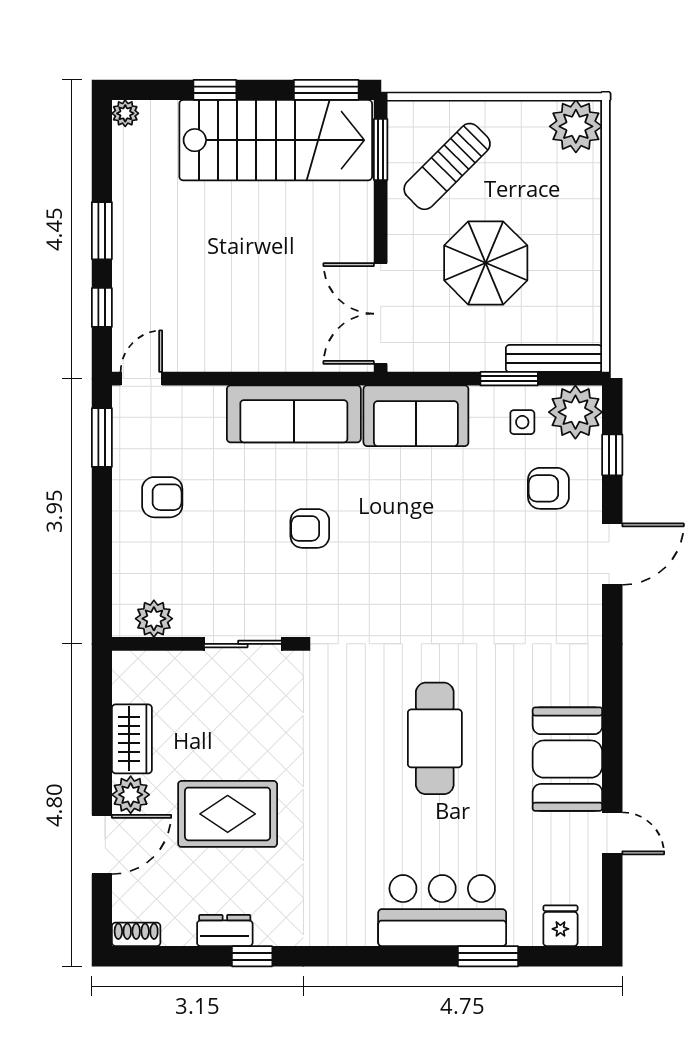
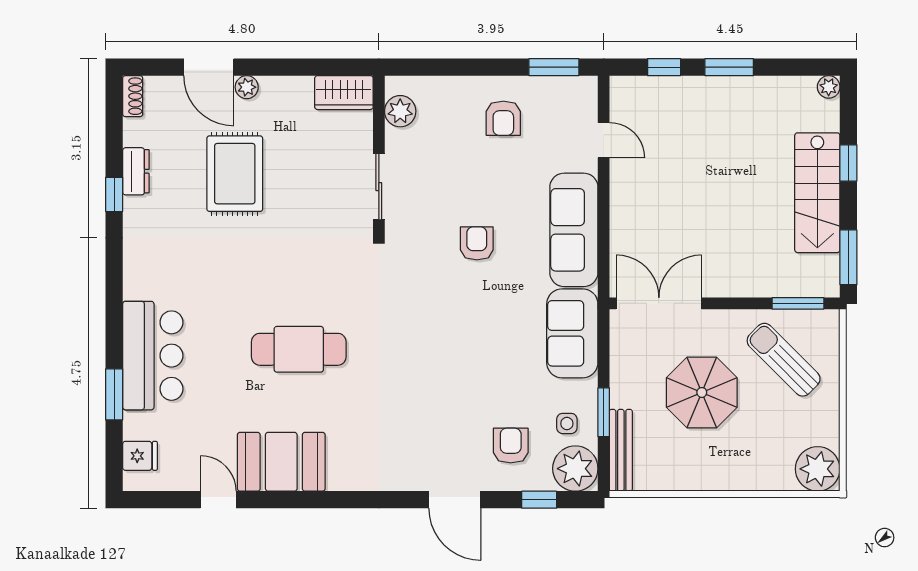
stairs: (276, 140) -> (817, 193), width x0.73, depth x0.66
door: (141, 379) -> (604, 140), moved
wardrobe: (132, 739) -> (344, 93), moved
plant: (131, 795) -> (247, 87), width x0.73, depth x0.73
door: (612, 833) -> (218, 500), swing flipped

